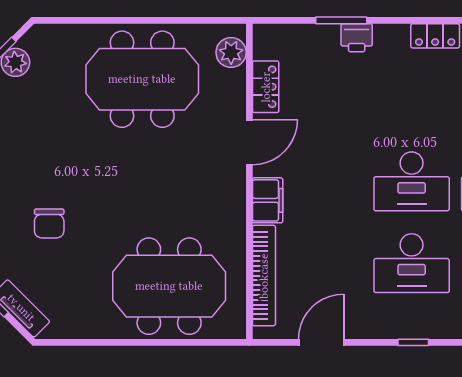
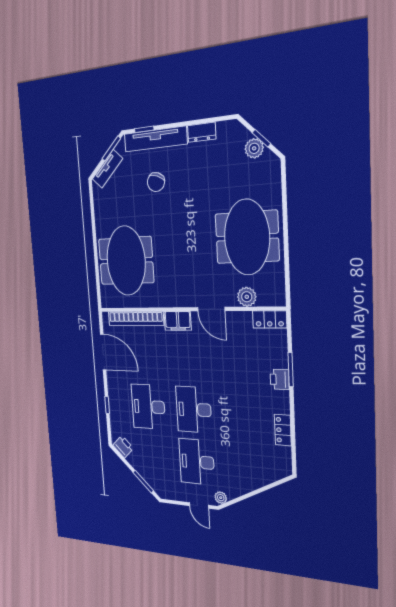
plant: (231, 52) -> (247, 297), moved
locker: (266, 87) -> (270, 319), moved
chair: (49, 223) -> (156, 182), turned -69
door: (321, 342) -> (103, 352), width x1.36

